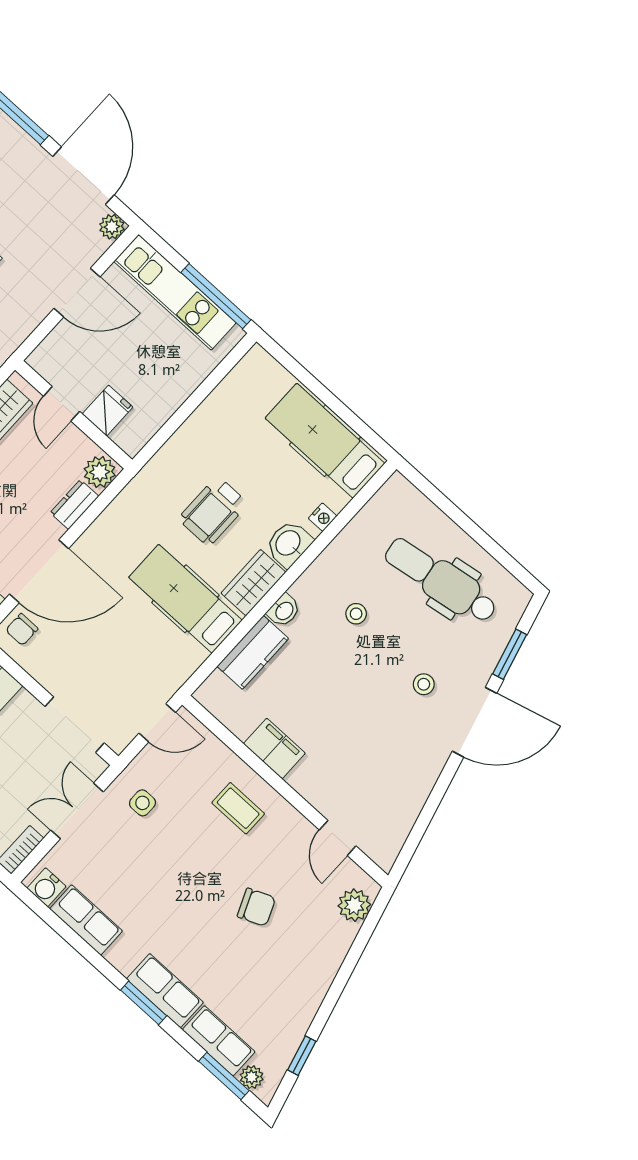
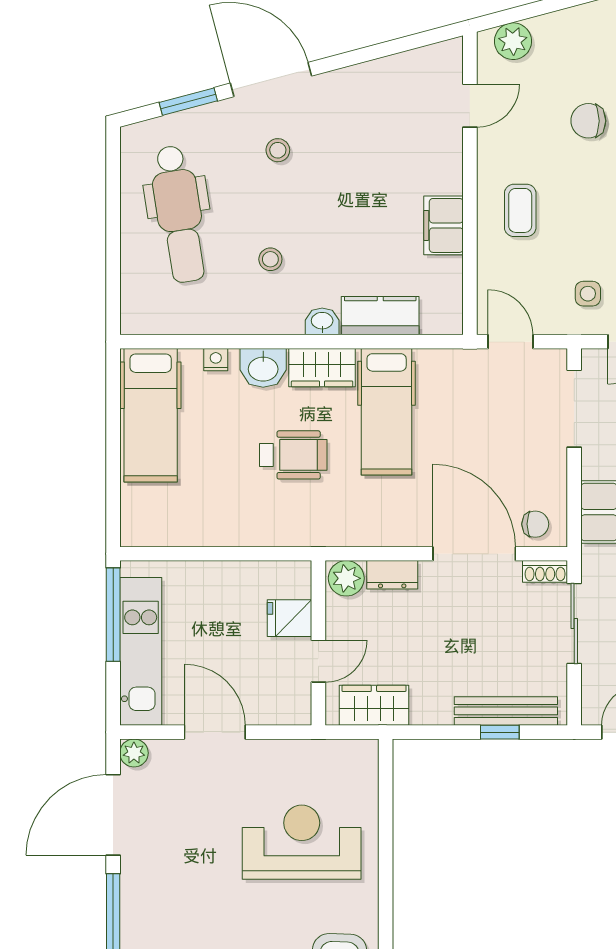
chair: (256, 907) -> (588, 121), turned -67

